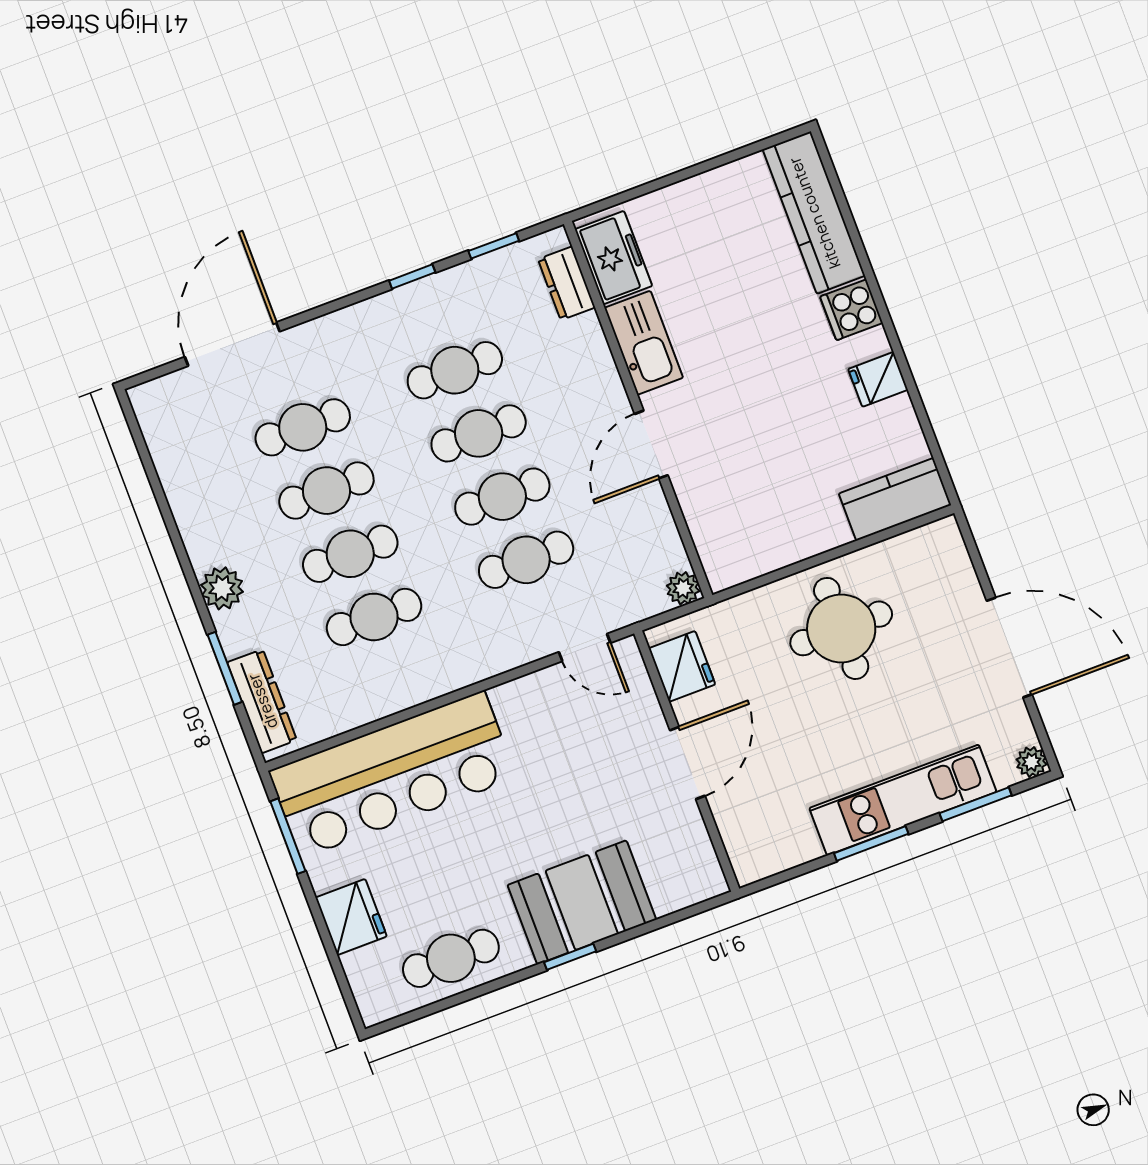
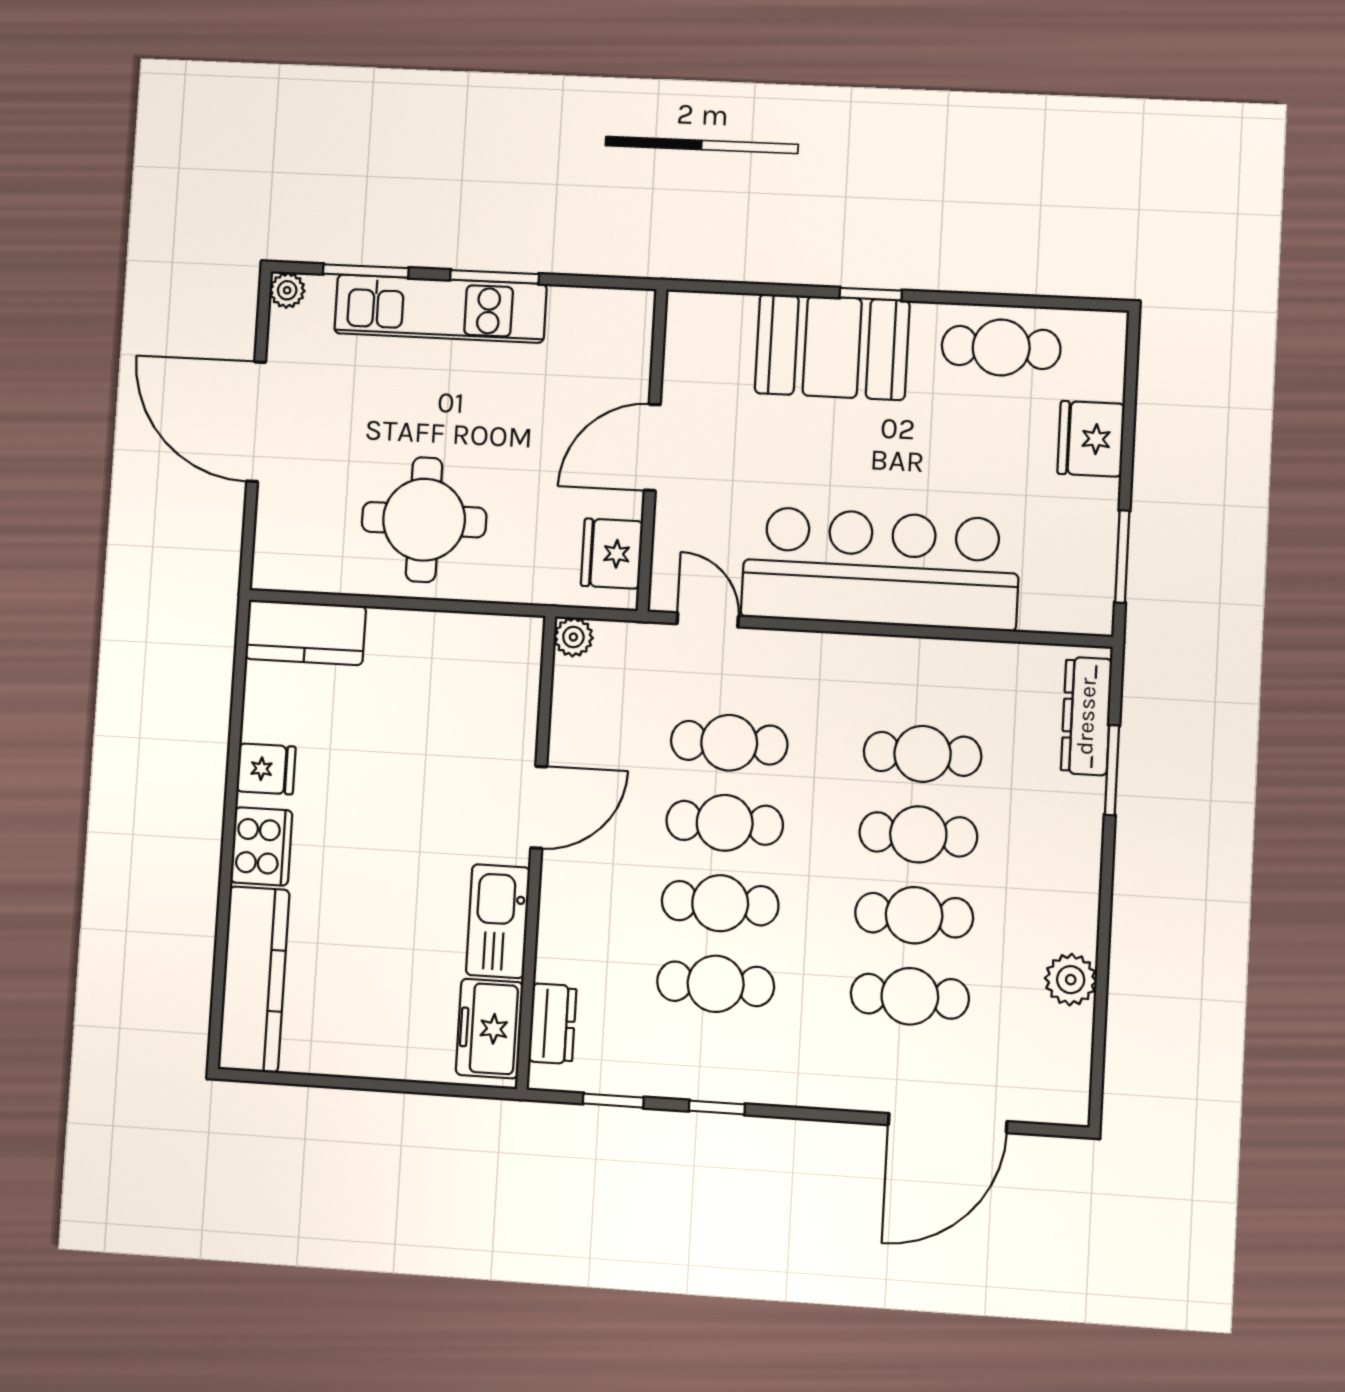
cooker: (851, 310) -> (261, 846), width x1.36
plant: (222, 588) -> (1071, 980), moved
bar counter: (393, 774) -> (881, 569), moved

